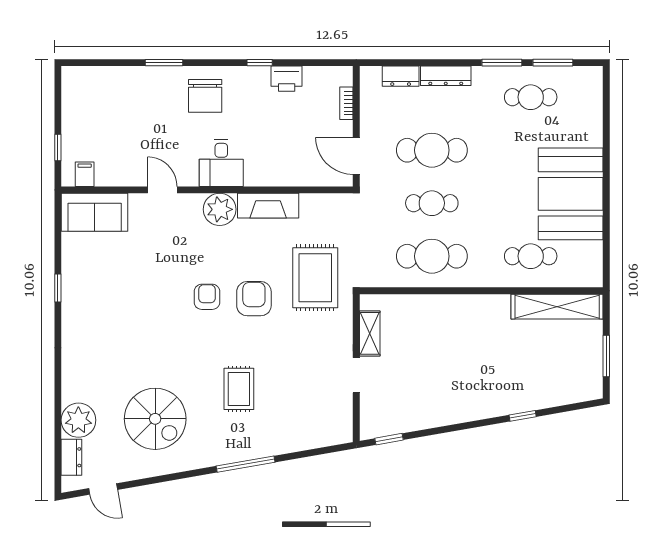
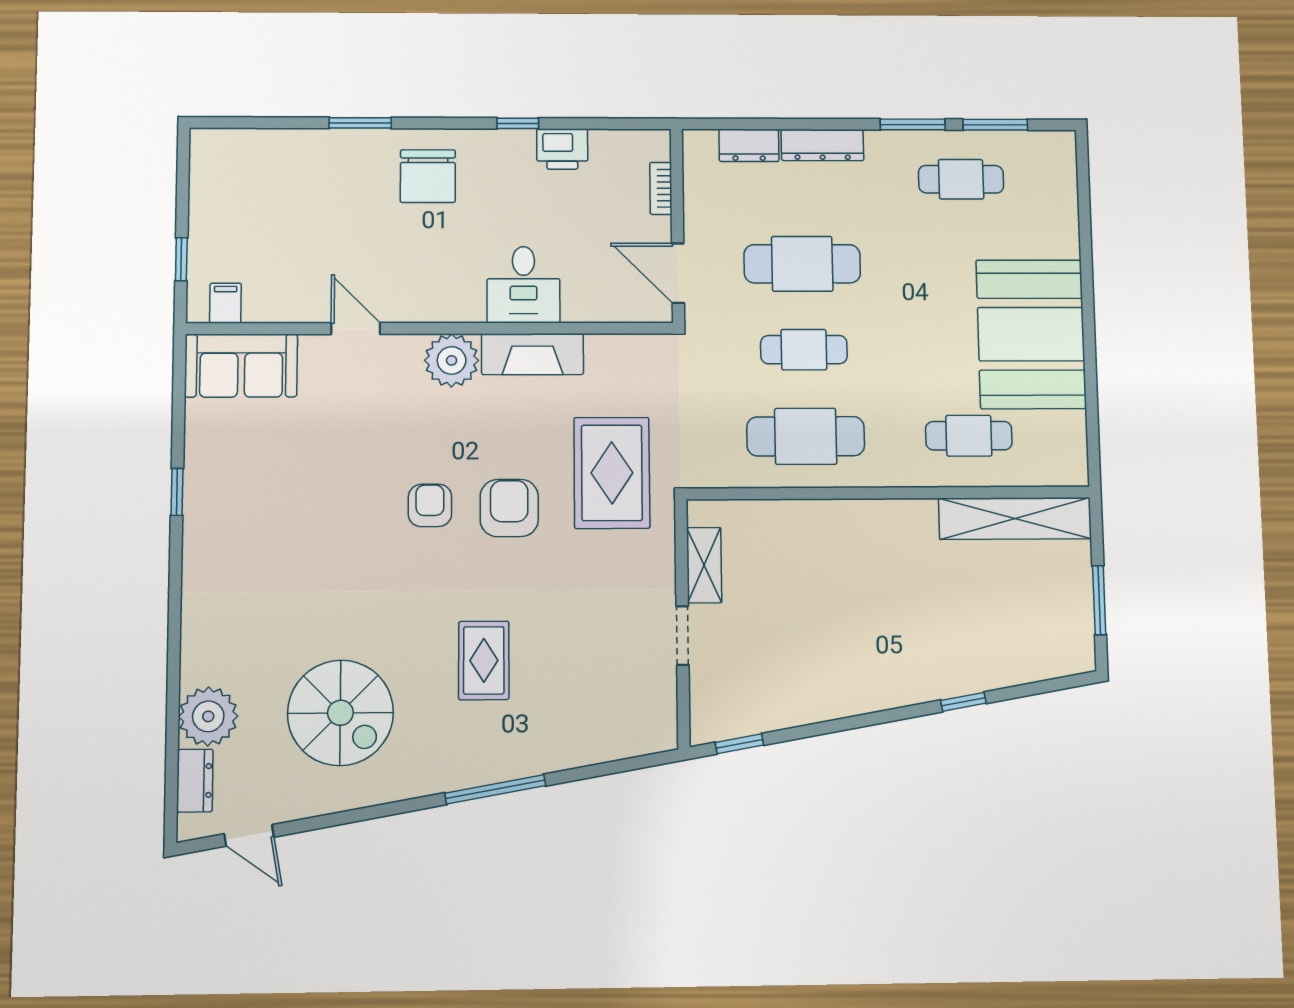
desk: (221, 163) -> (523, 285), moved

